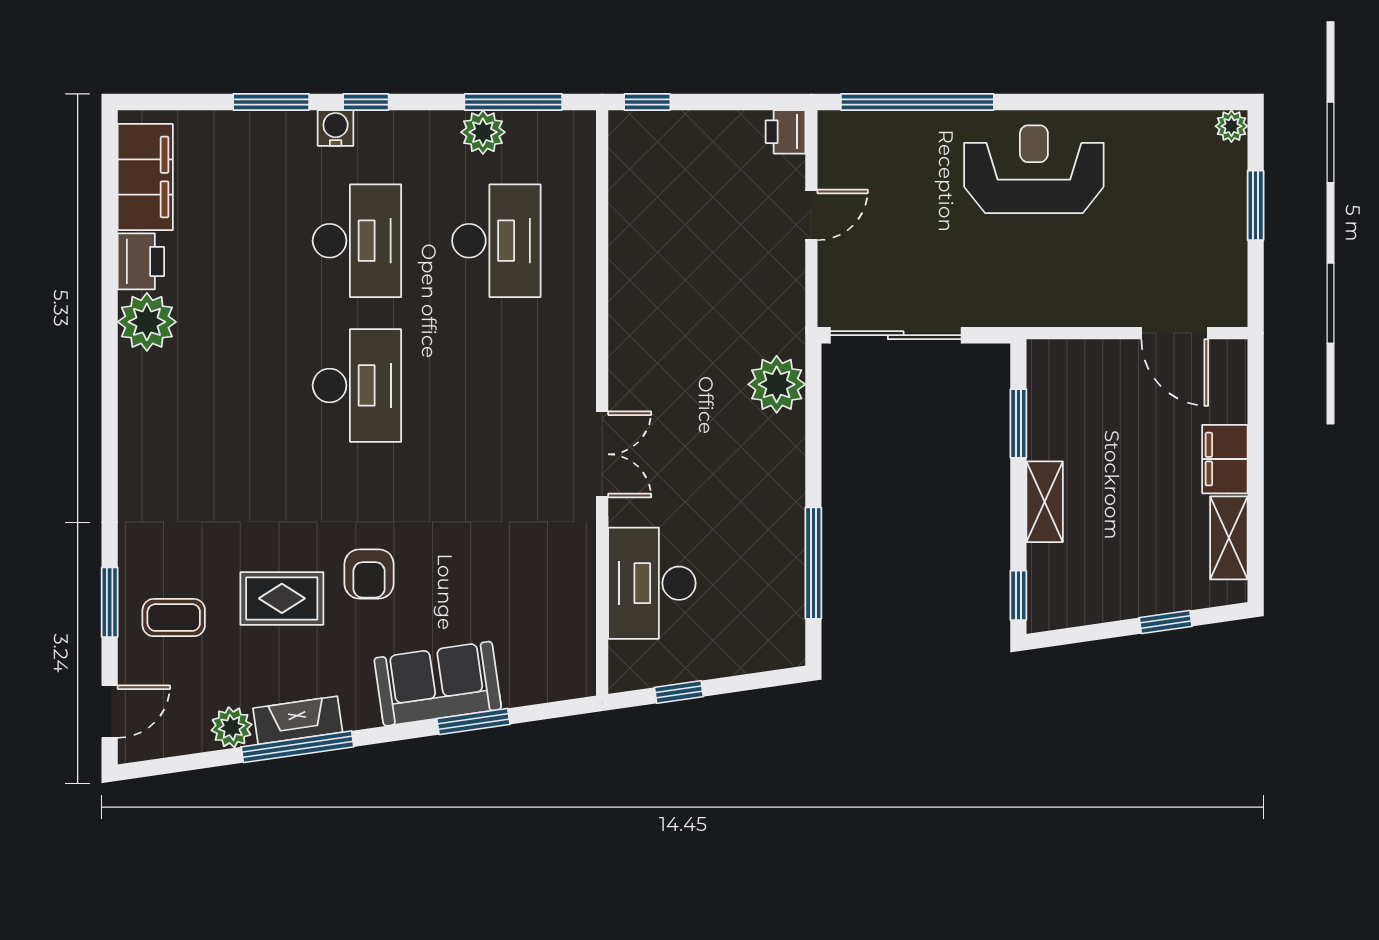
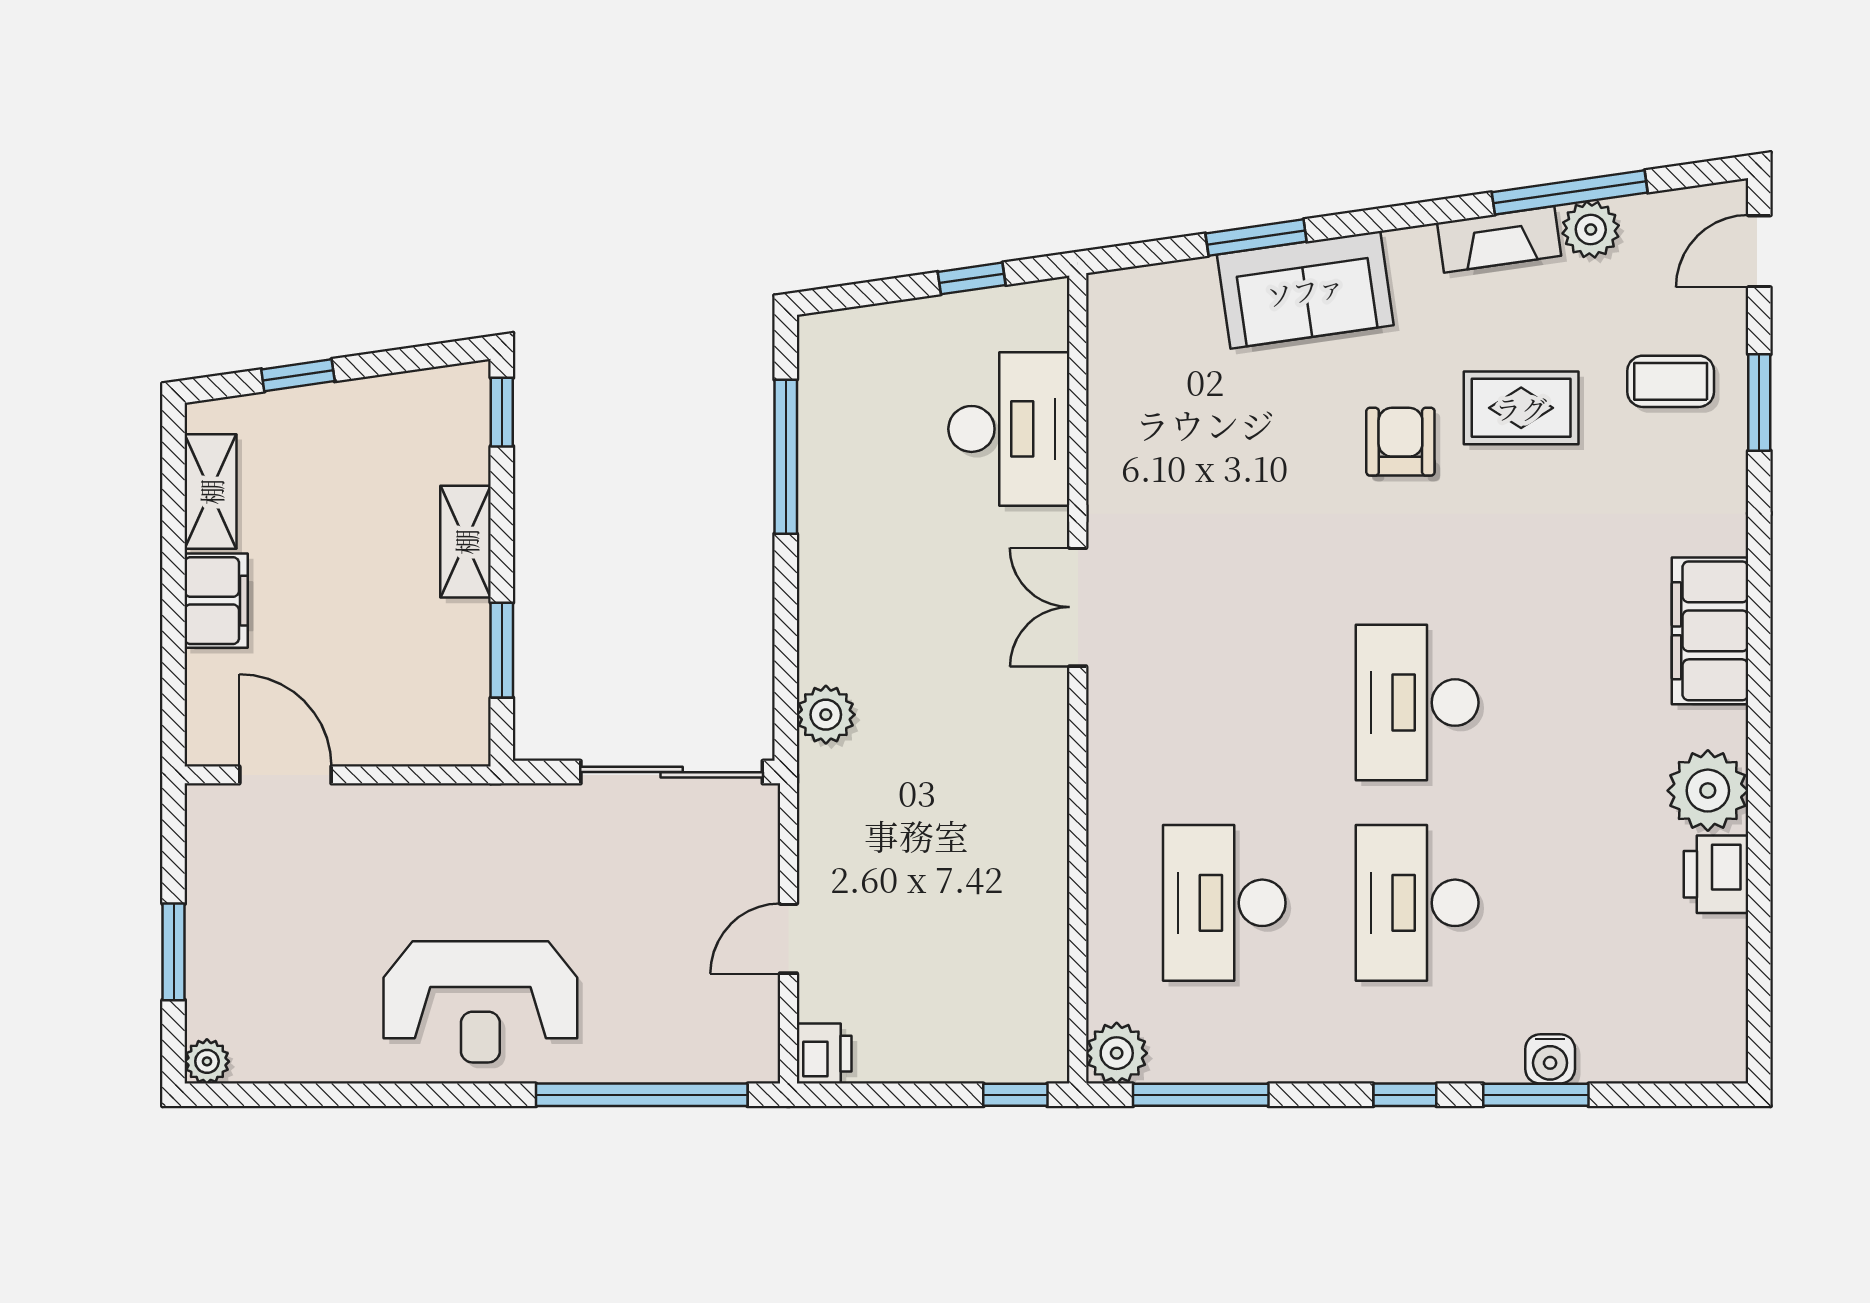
water cooler: (336, 128) -> (1550, 1059), moved
plant: (483, 132) -> (1117, 1053), moved
filing cabinet: (145, 177) -> (1710, 631), moved
plant: (777, 384) -> (826, 715), width x0.73, depth x0.73
window: (298, 747) -> (1570, 192), moved

